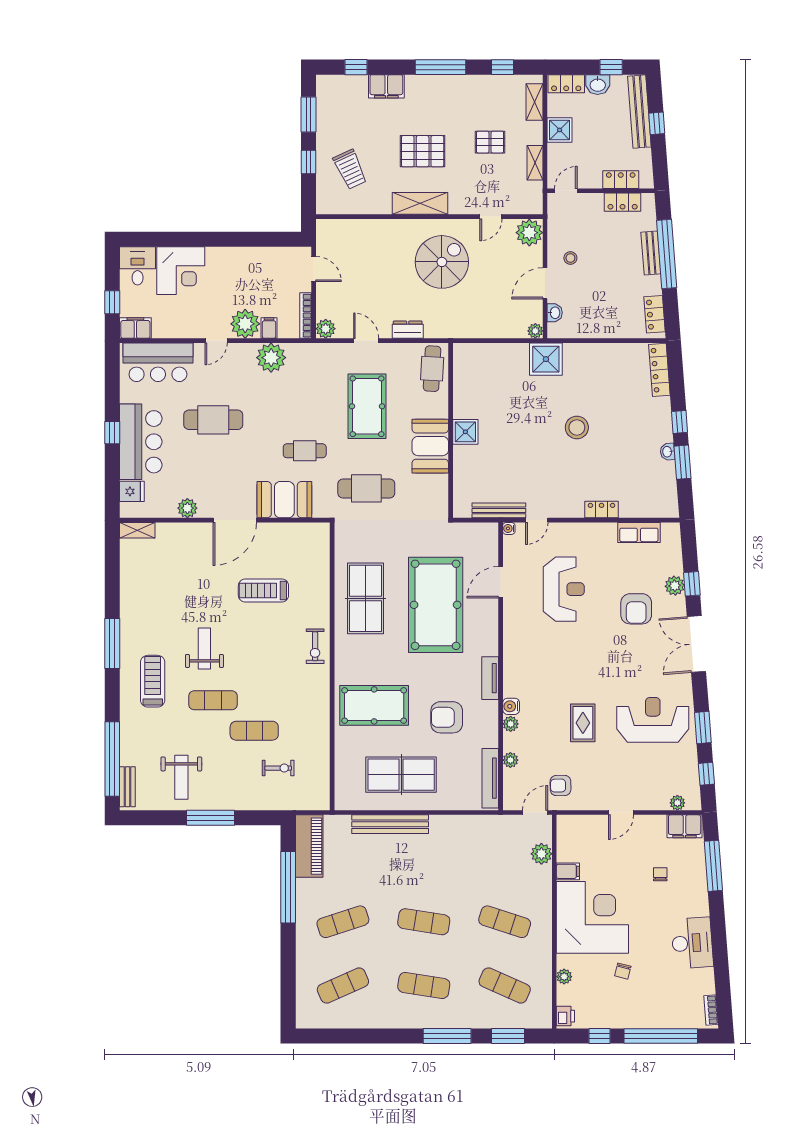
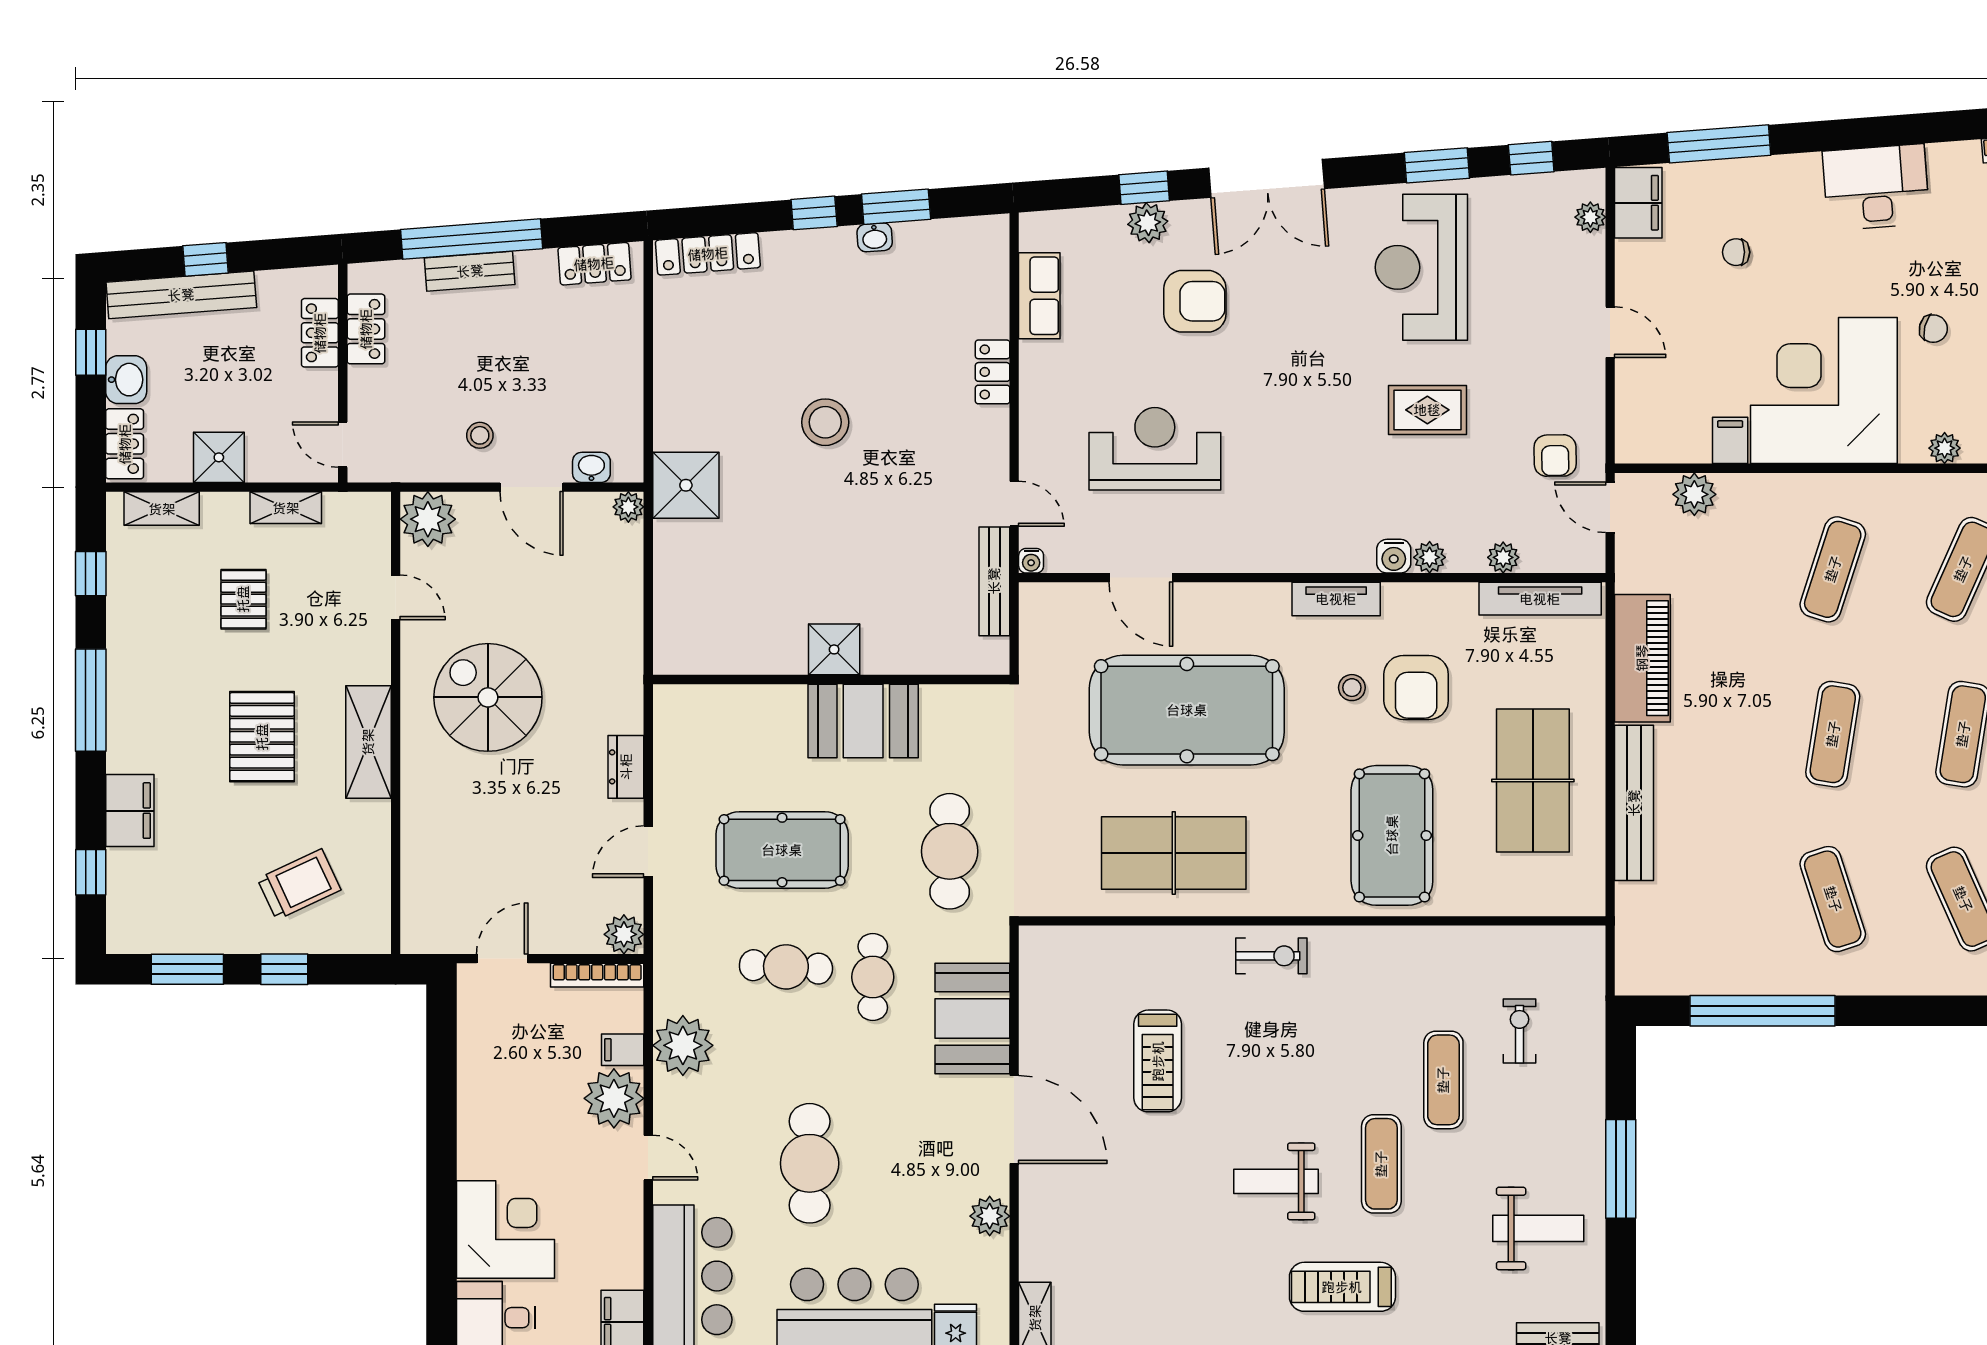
cafe table: (432, 369) -> (786, 967), moved
stool: (447, 686) -> (1352, 688), added
piano: (309, 846) -> (1642, 658), moved, turned 90

